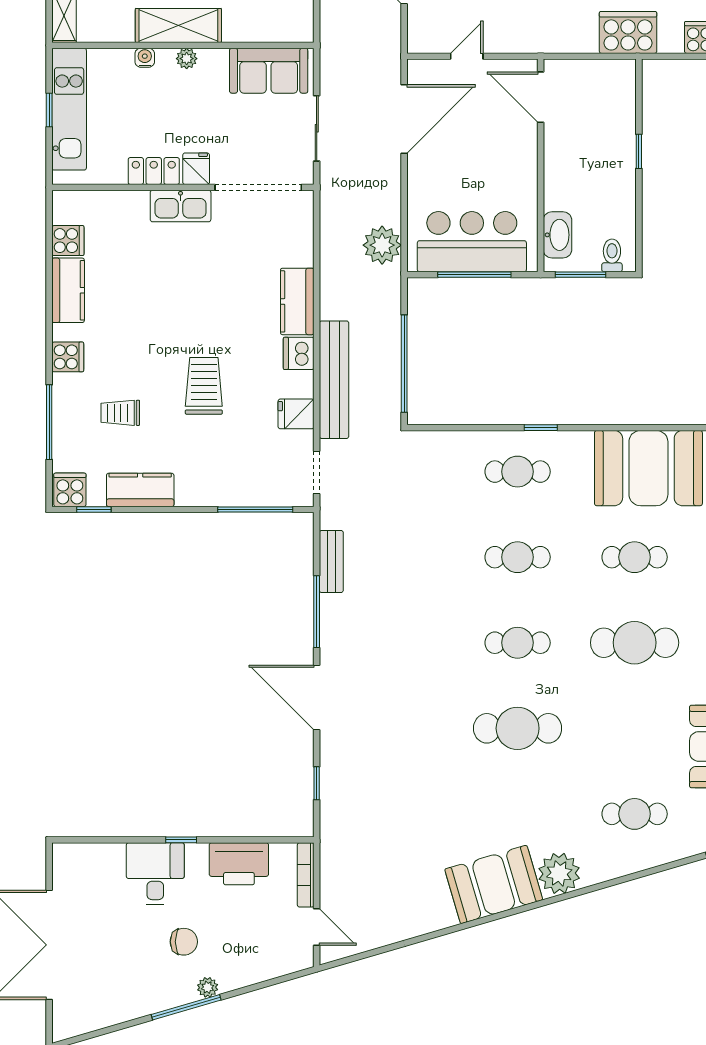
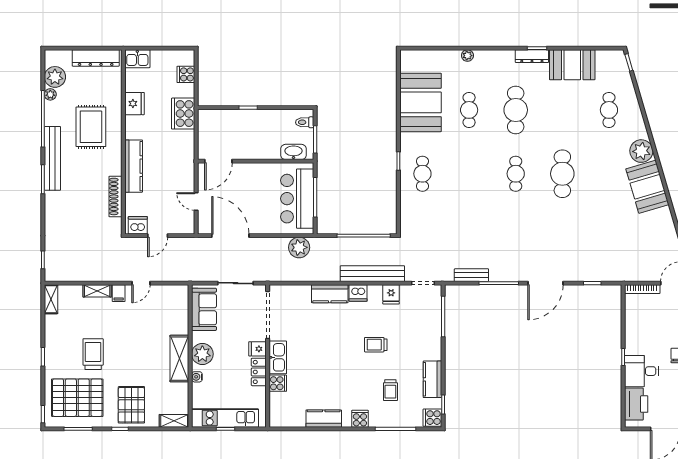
plant: (187, 59) -> (202, 354), width x1.88, depth x1.88
cooker: (68, 241) -> (278, 383), moved, turned 90
trolley: (204, 386) -> (376, 345), width x0.73, depth x0.72
cafe table: (518, 557) -> (469, 174), removed
printer: (239, 864) -> (636, 404), moved

